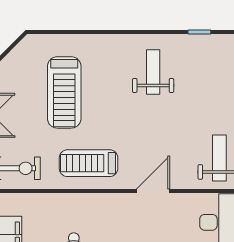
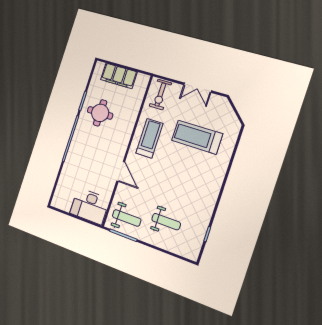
weight bench: (153, 72) -> (166, 222), moved

